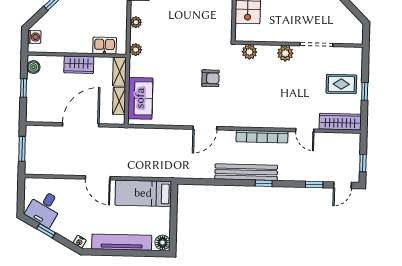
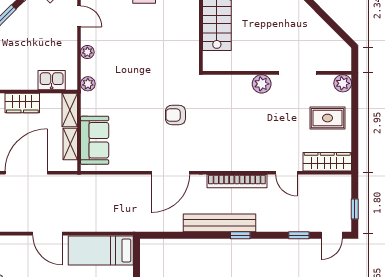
plant: (249, 52) -> (343, 83), moved
armchair: (210, 78) -> (175, 115), turned 180
window: (365, 91) -> (355, 126), removed
door: (205, 128) -> (171, 173), width x1.36

